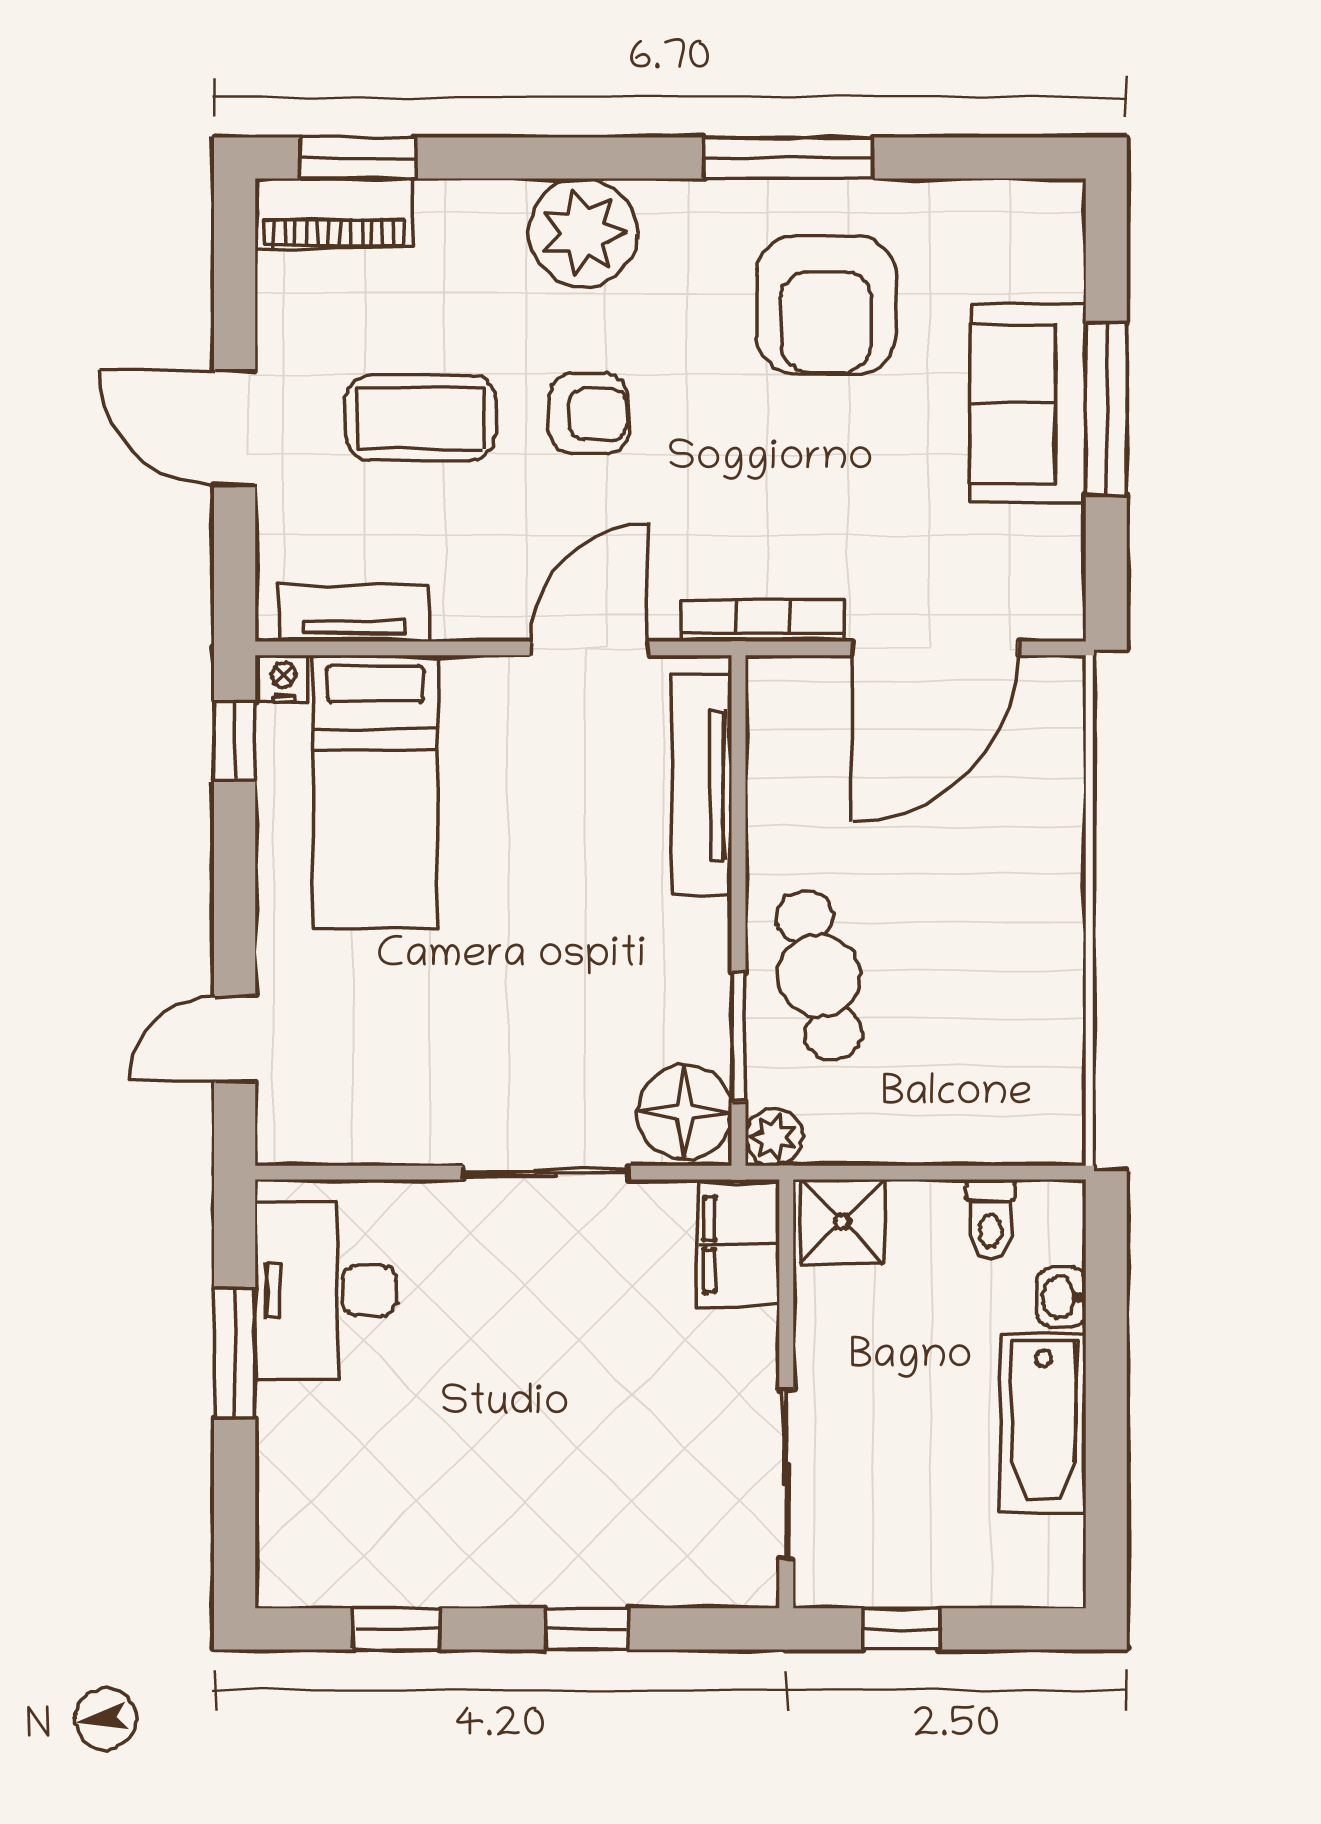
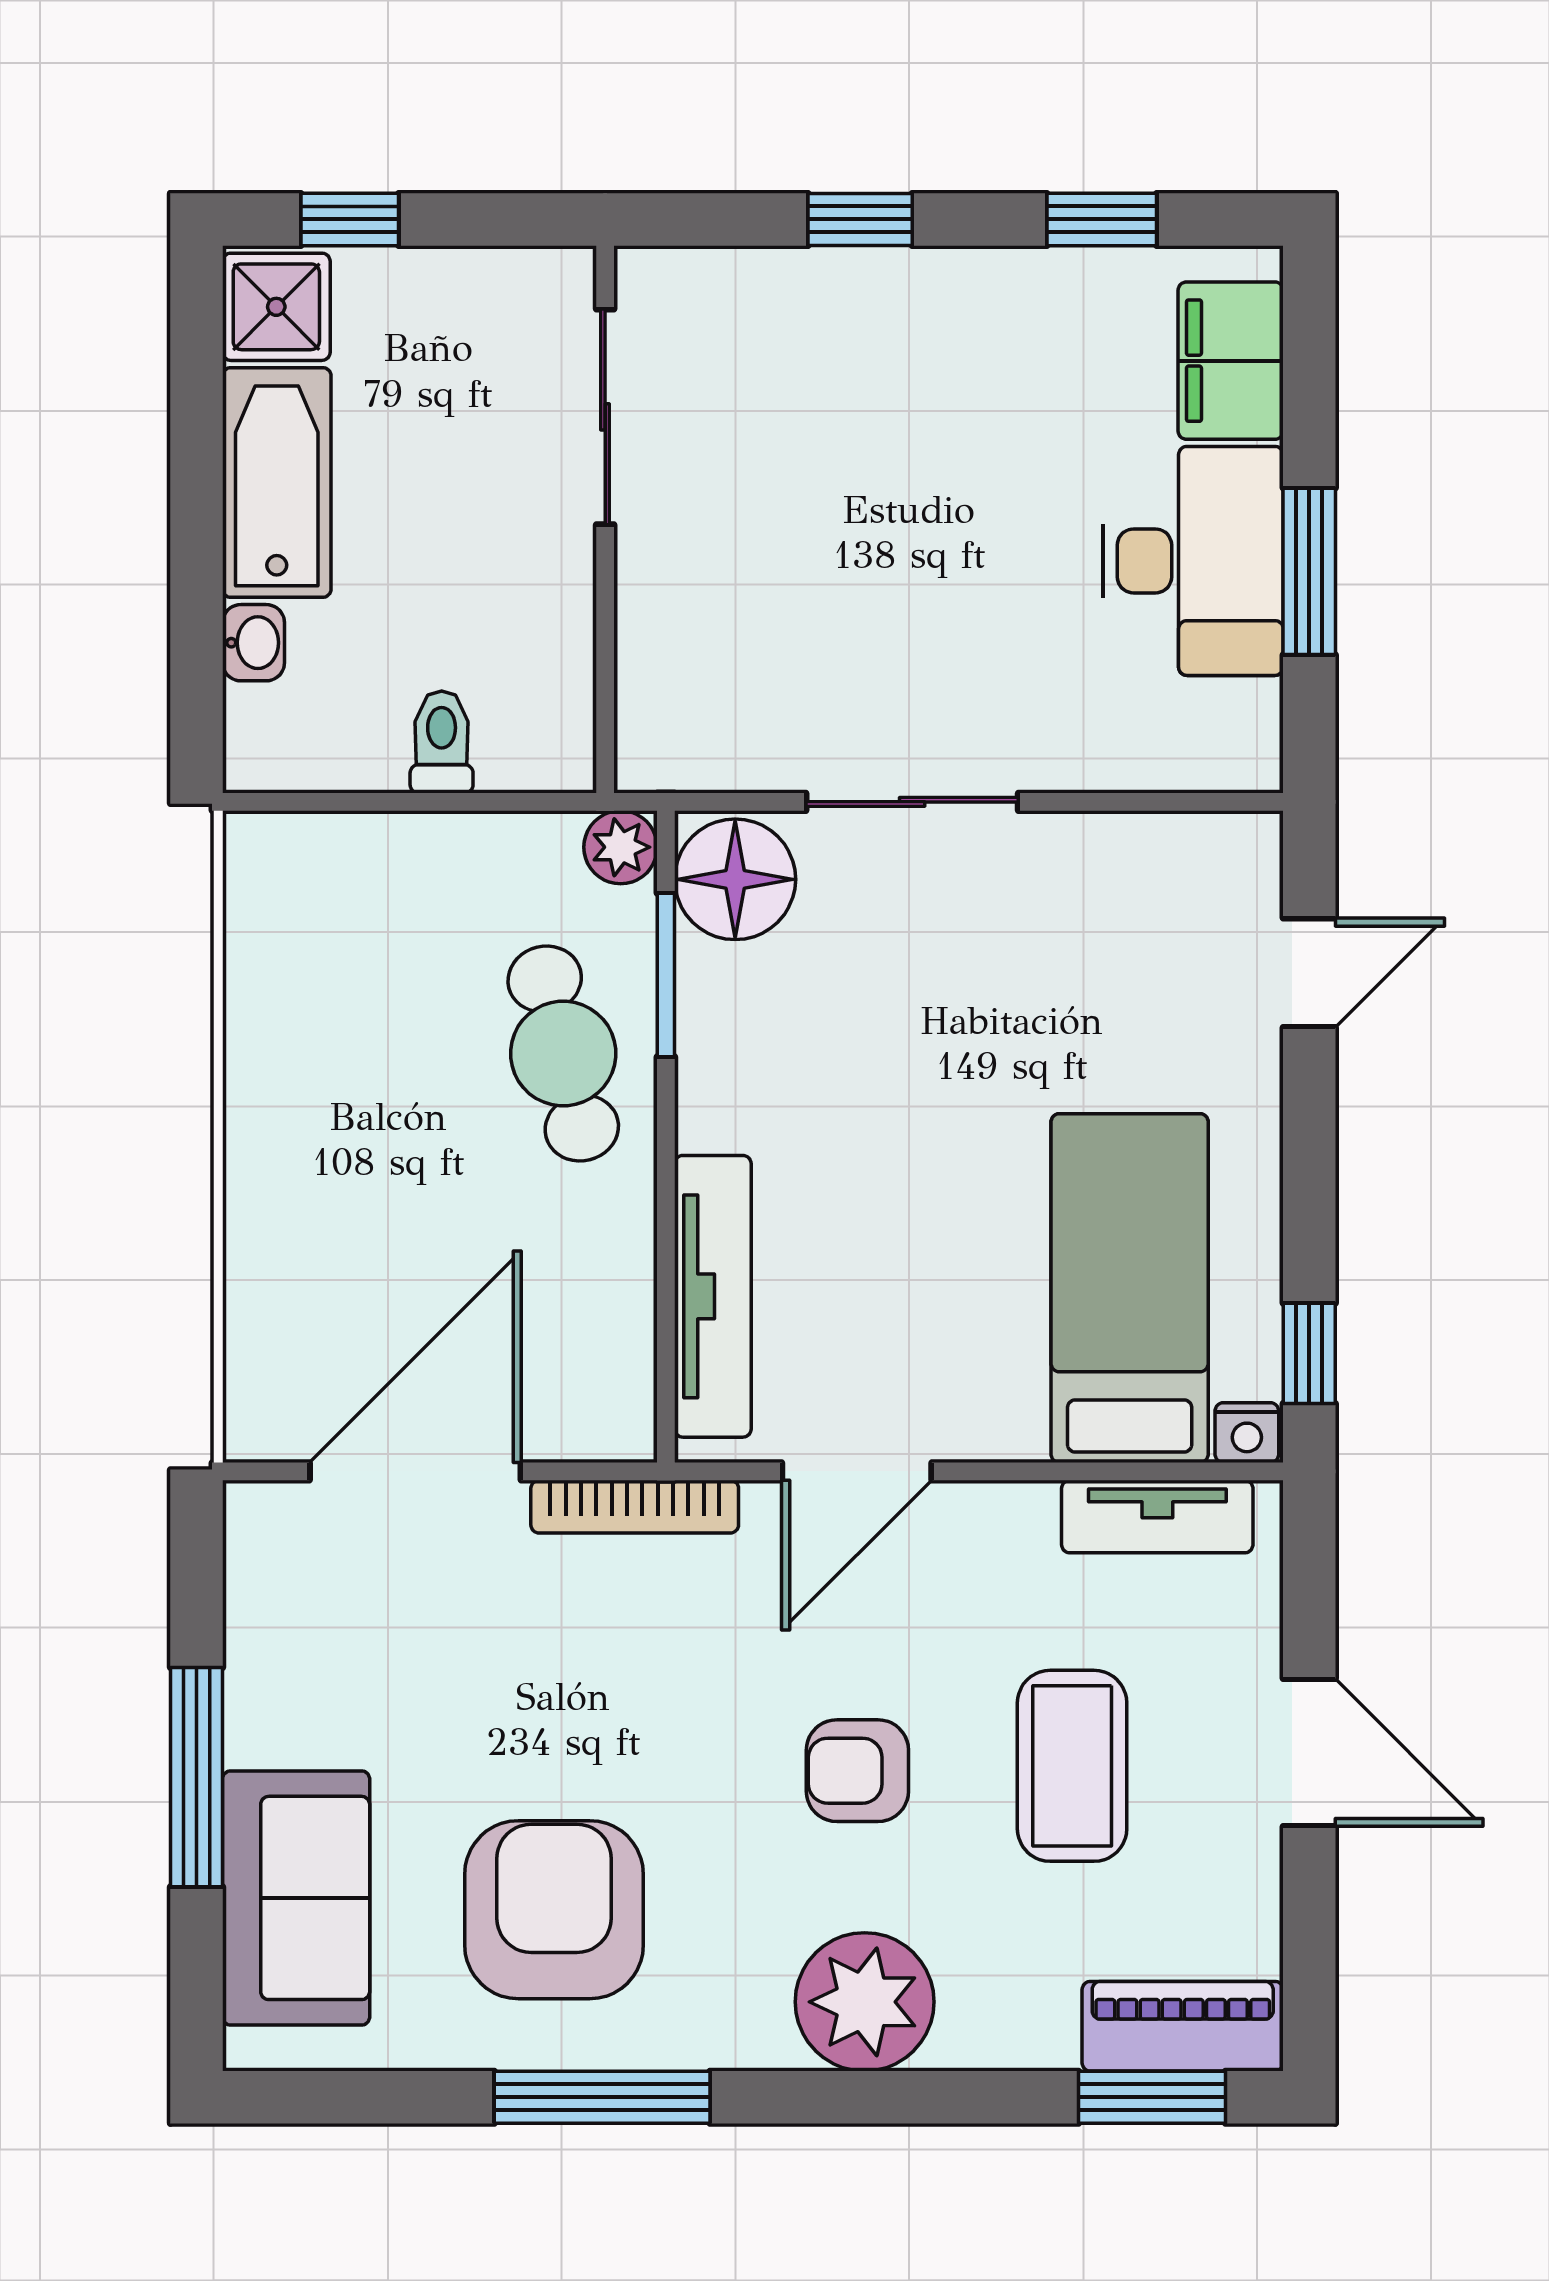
sofa: (1028, 403) -> (296, 1898), moved
coffee table: (420, 418) -> (1072, 1766), turned 90
toilet: (990, 1220) -> (442, 742), moved
shower: (842, 1222) -> (276, 307), moved
filing cabinet: (738, 1244) -> (1231, 361), moved, turned 180
desk: (326, 1291) -> (1193, 561), moved
window: (901, 1629) -> (350, 219), moved

